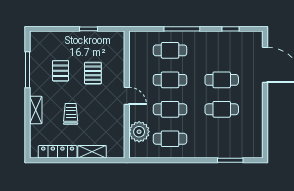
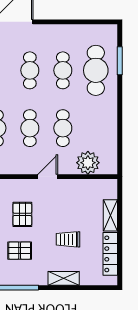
pallet: (93, 73) -> (22, 214), turned 90
cafe table: (170, 139) -> (96, 70), moved, width x1.37, depth x1.35

